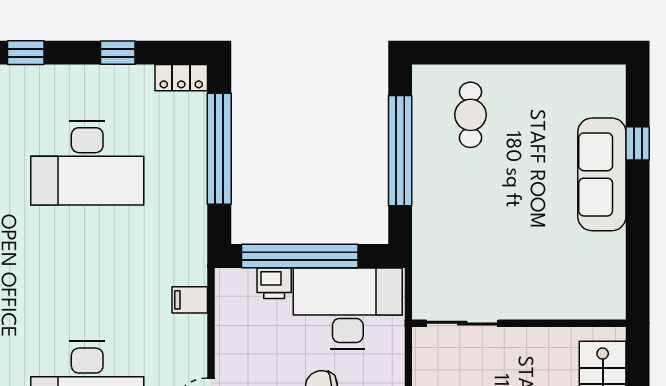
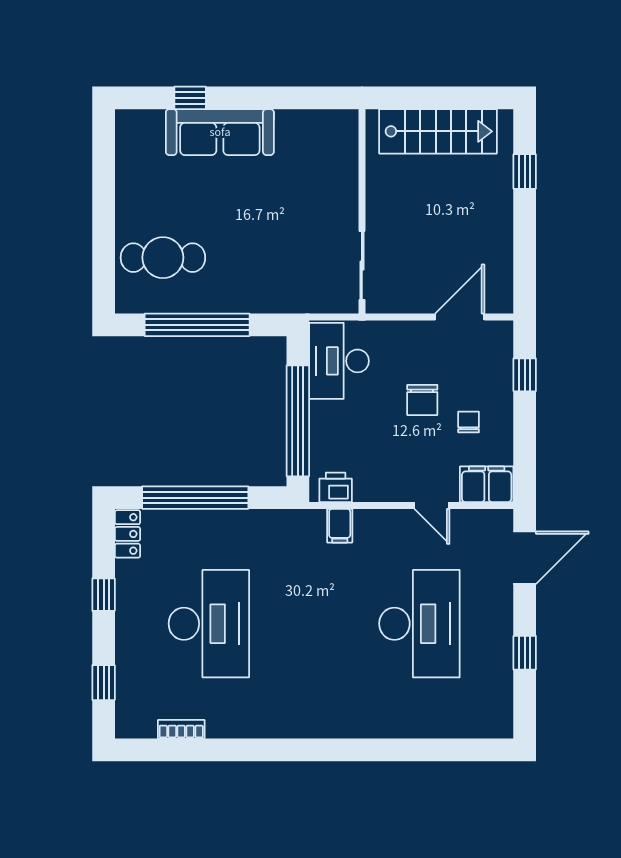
cafe table: (471, 115) -> (163, 258), width x1.37, depth x1.35
printer: (274, 283) -> (336, 487), moved, turned -90
desk: (348, 309) -> (339, 361), width x0.73, depth x0.77

